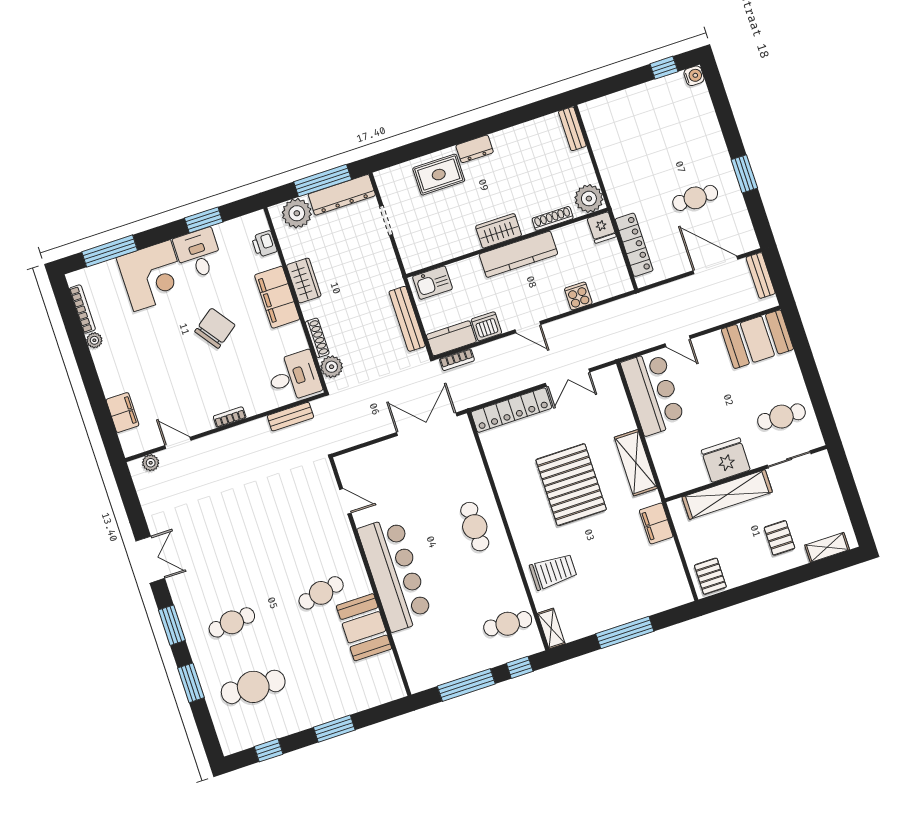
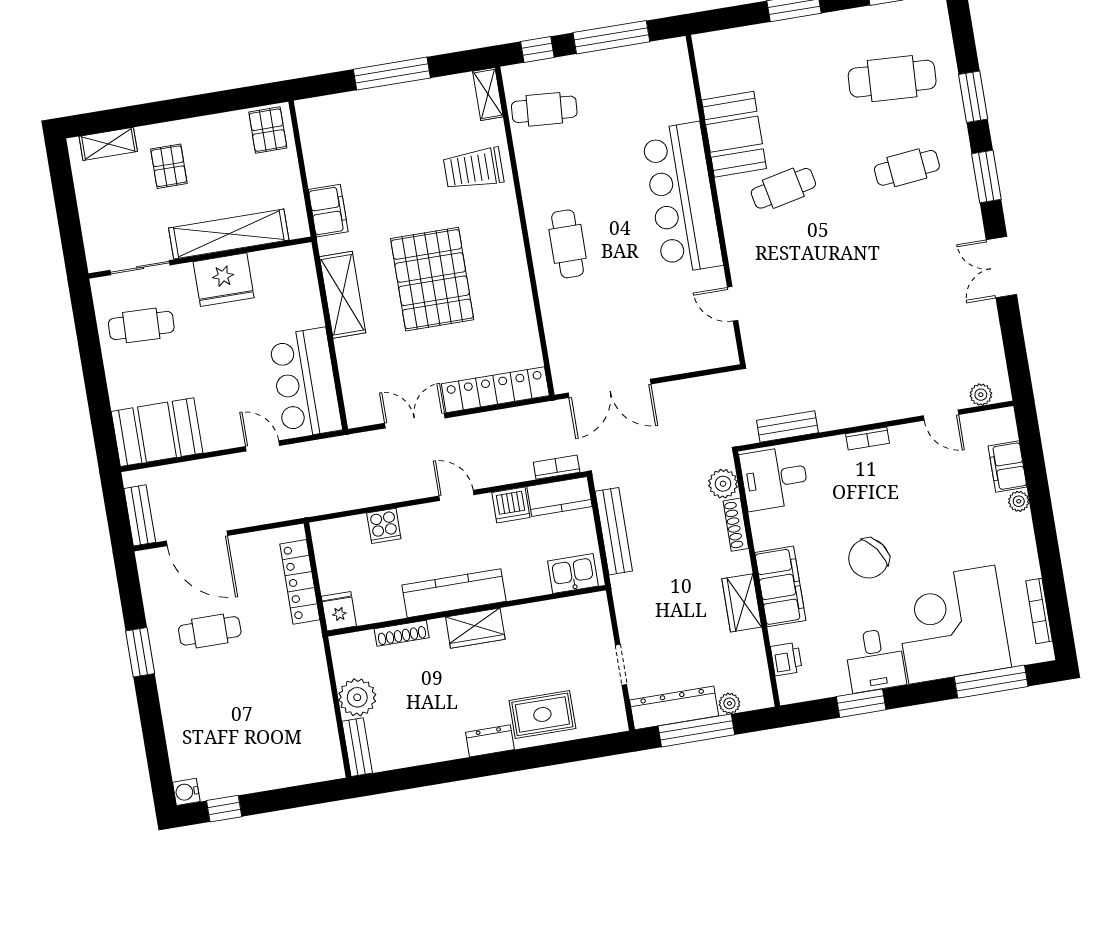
plant: (589, 199) -> (357, 697), moved
plant: (297, 213) -> (729, 703), width x0.53, depth x0.53
corner desk: (152, 276) -> (952, 625), width x1.36, depth x1.36
plant: (94, 340) -> (1019, 501), moved

